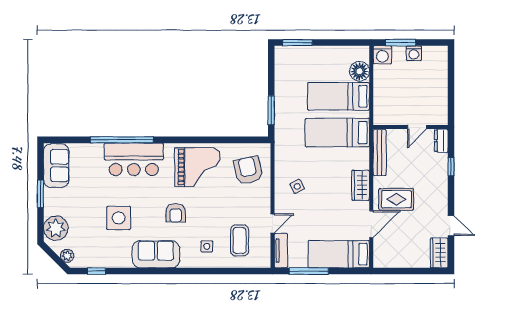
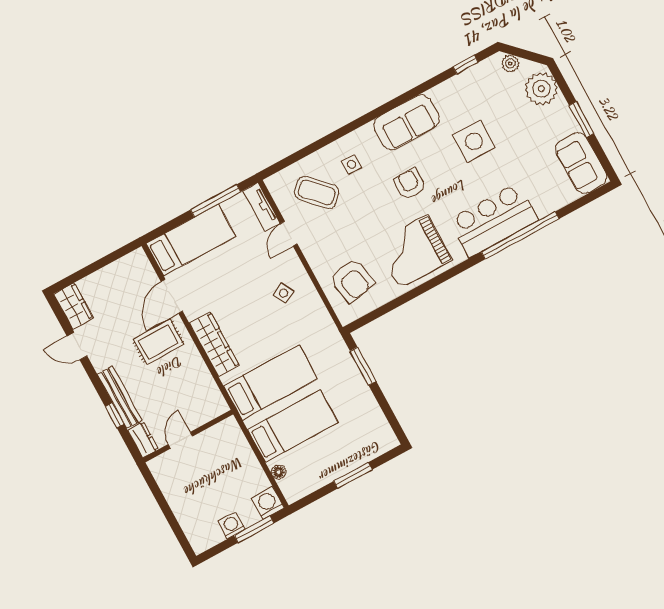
window: (297, 43) -> (353, 475), moved
floor lamp: (360, 71) -> (279, 472), width x0.53, depth x0.53
bench: (380, 153) -> (120, 397), moved
wardrobe: (361, 185) -> (214, 344), width x1.50
coffee table: (240, 240) -> (317, 192), turned -44

